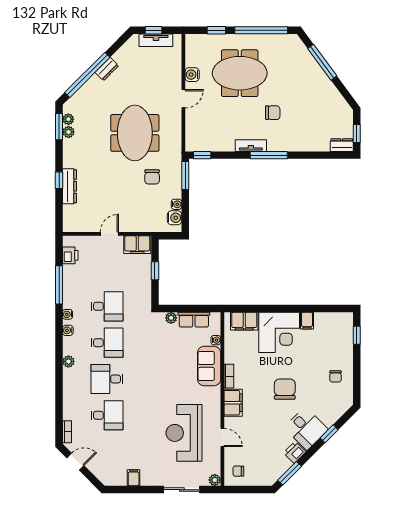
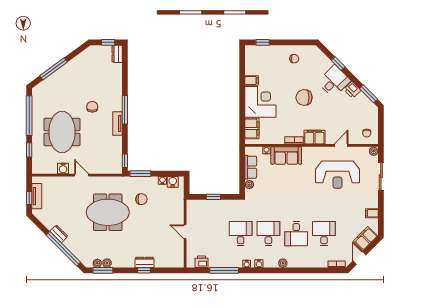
dresser: (70, 186) -> (144, 262), width x0.70
filing cabinet: (137, 245) -> (365, 238), moved, turned -135

